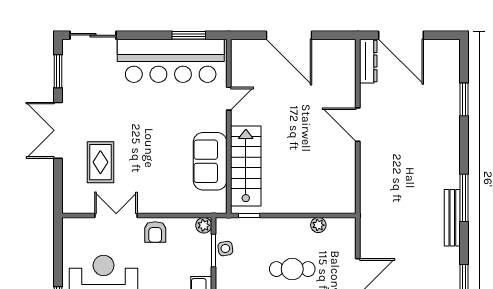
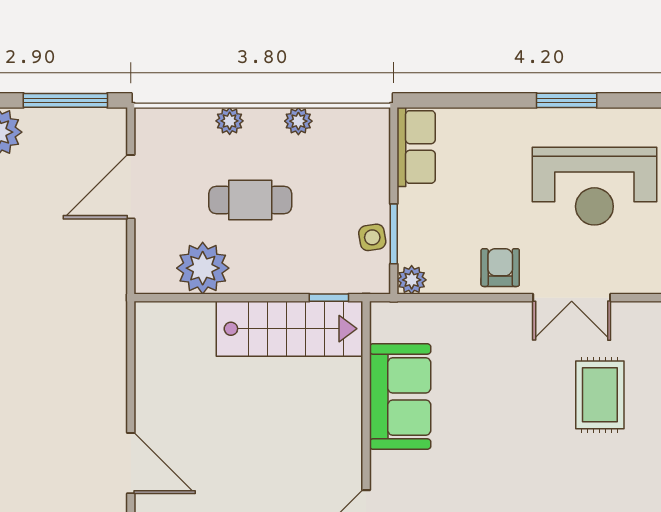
stairs: (246, 166) -> (289, 329), moved, turned -90
plant: (318, 225) -> (203, 268), width x1.87, depth x1.87

